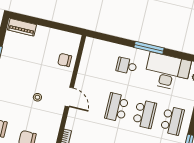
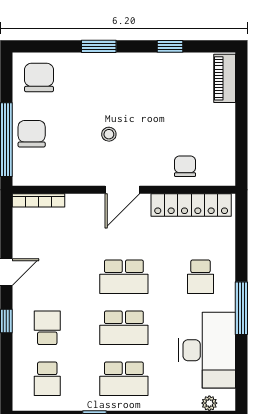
locker: (86, 62) -> (191, 205), added
school desk: (127, 66) -> (200, 277), turned 180
school desk: (117, 107) -> (124, 277), turned 180

